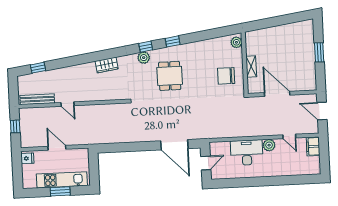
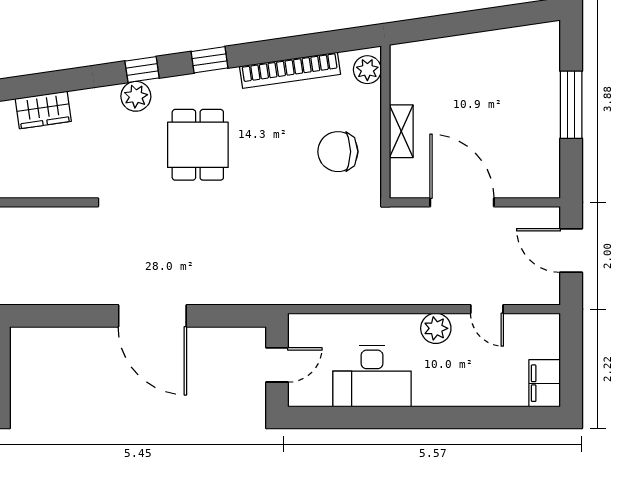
bookcase: (205, 44) -> (290, 70), added
window: (319, 52) -> (571, 105), width x1.44
door: (174, 145) -> (152, 316), moved
filing cabinet: (313, 146) -> (545, 383), moved
desk: (247, 153) -> (372, 376), moved, turned 180

